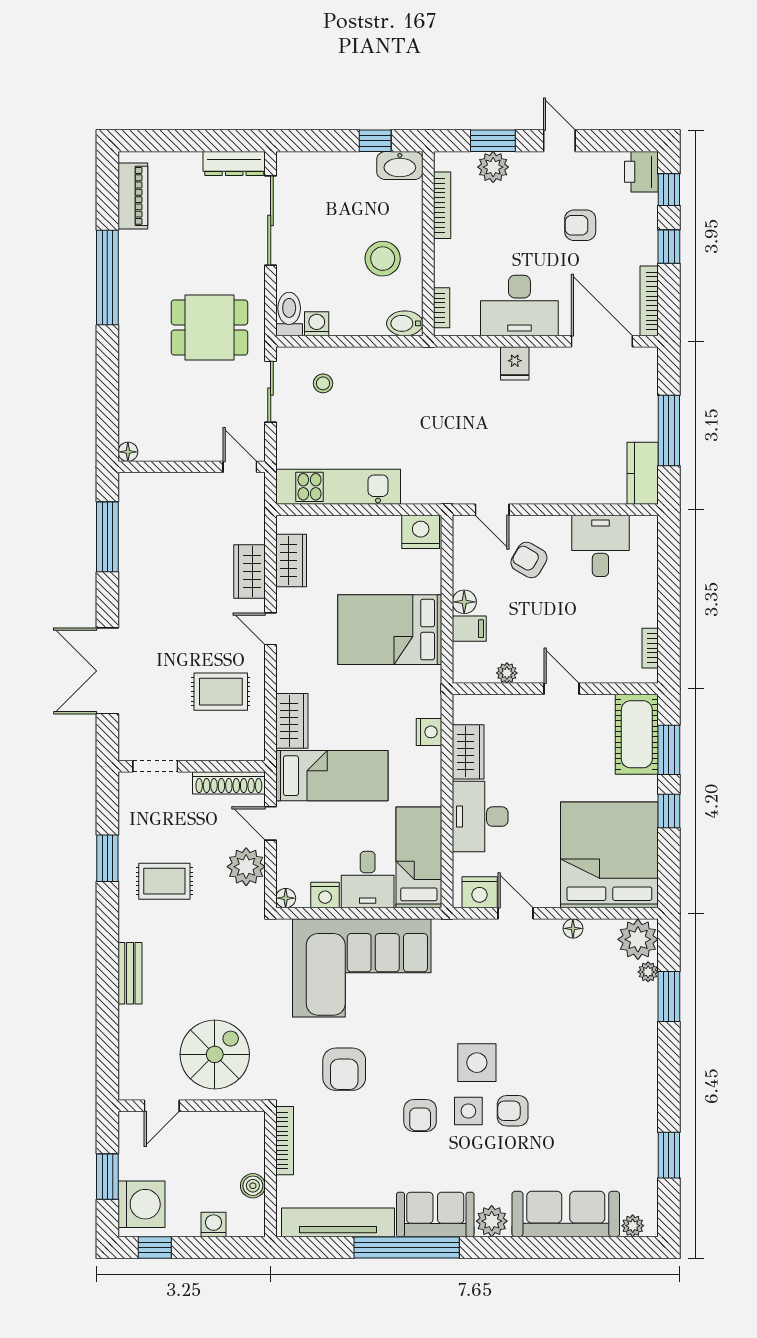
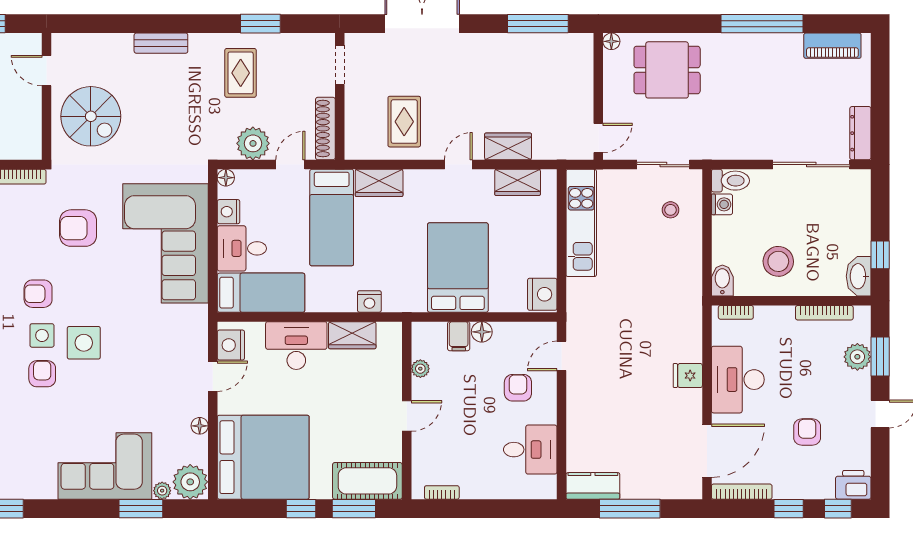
dining table: (209, 327) -> (667, 70), moved, turned 90
armchair: (529, 560) -> (518, 388), turned -30
corner sofa: (619, 1038) -> (105, 466), added

